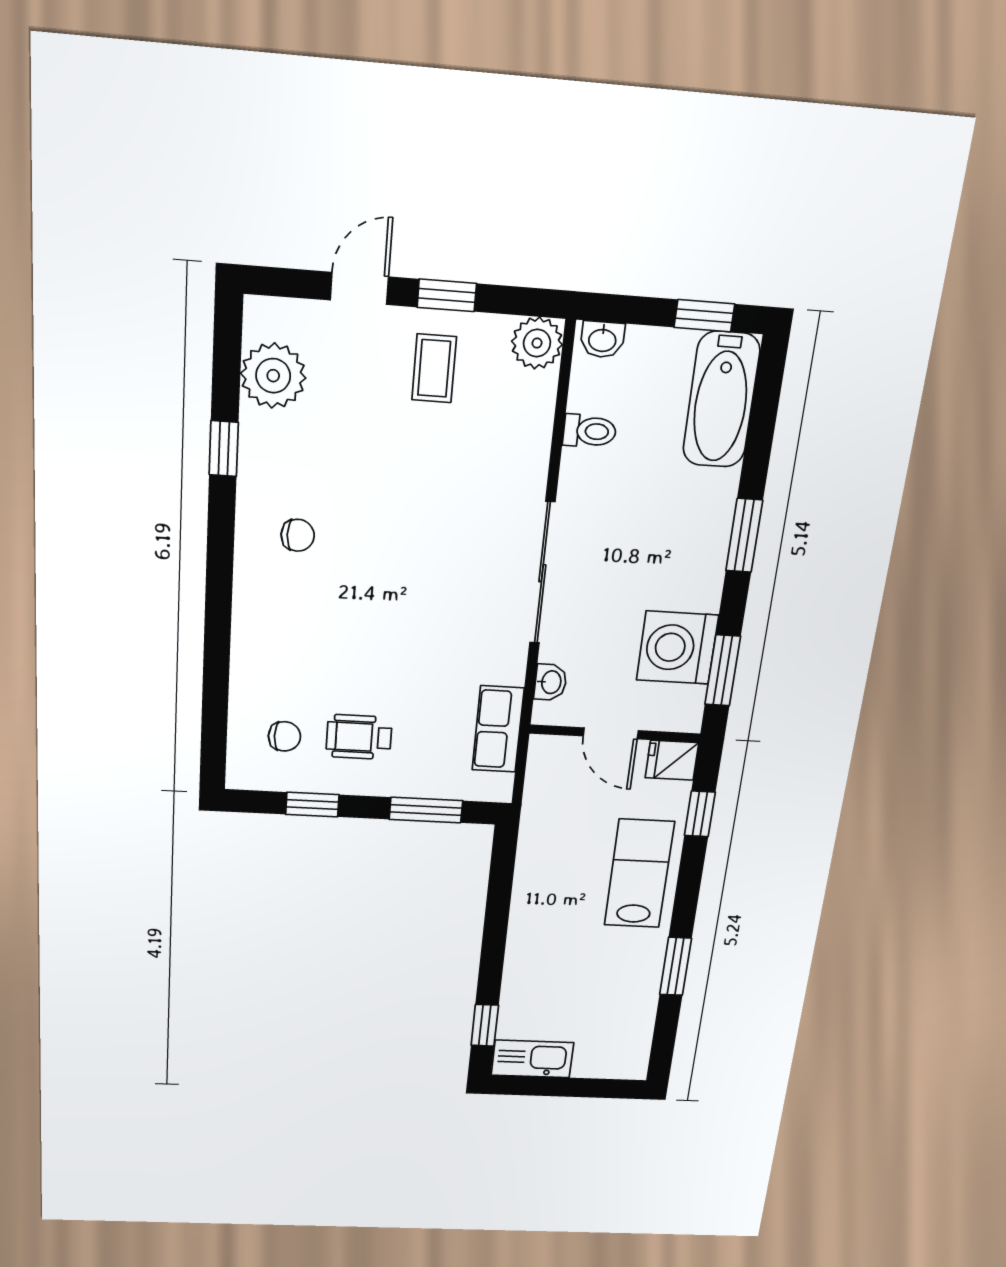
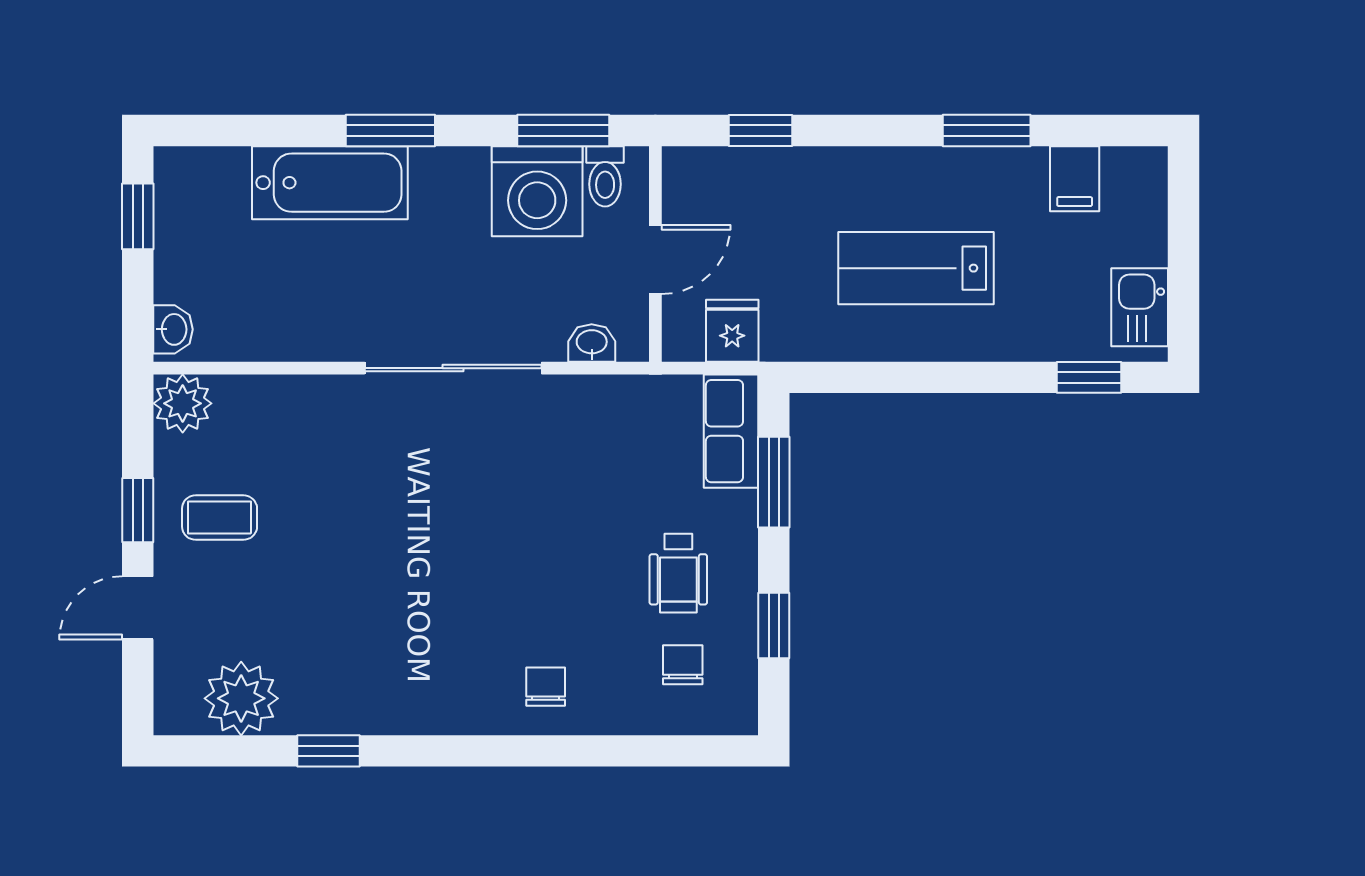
door: (359, 288) -> (138, 608), hinge flipped
bathtub: (721, 400) -> (330, 183), moved
toilet: (590, 431) -> (605, 176), moved, turned 180
chair: (298, 535) -> (546, 687), moved
row of seats: (498, 729) -> (731, 431), moved, turned 90
fridge: (672, 760) -> (732, 331), moved, turned 180
lab bench: (639, 874) -> (916, 268), moved
filing cabinet: (632, 1021) -> (1075, 179), added
kitchen sink: (532, 1059) -> (1140, 307), width x0.73

